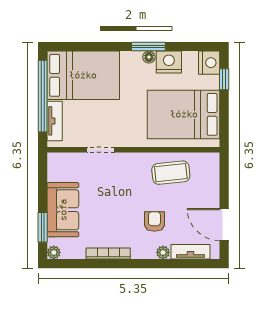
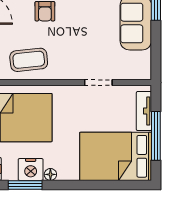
window: (148, 47) -> (25, 185), moved
window: (43, 96) -> (156, 136), width x0.68

